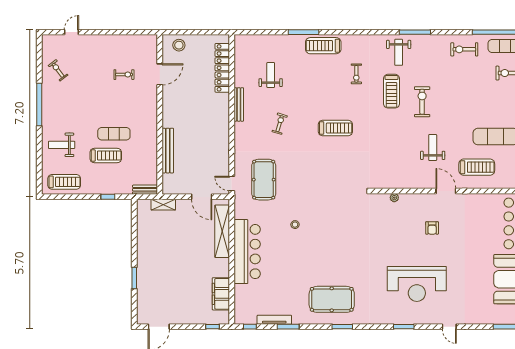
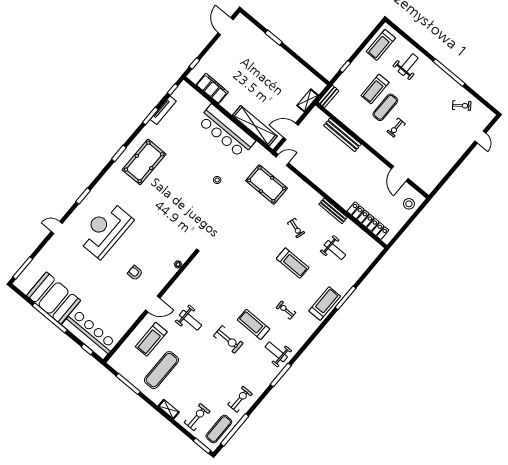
exercise bike: (124, 75) -> (396, 128), moved
treadmill: (335, 128) -> (293, 263), moved, turned -90

